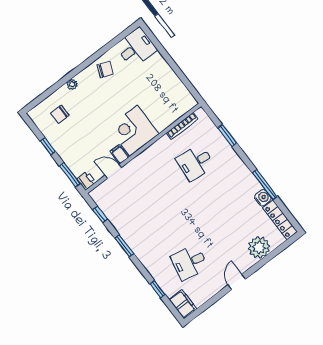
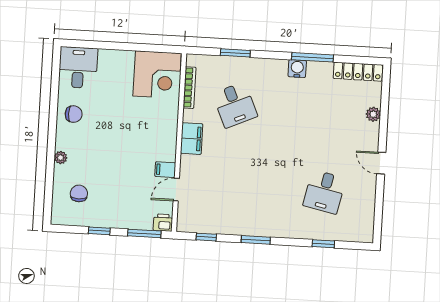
chair: (105, 69) -> (74, 114), turned 69
chair: (60, 114) -> (79, 193), turned 180
corner desk: (134, 131) -> (157, 75), moved, turned -90
desk: (195, 163) -> (235, 105), turned -30
water cooler: (263, 198) -> (297, 69), moved
plant: (259, 247) -> (373, 114), width x0.53, depth x0.53
filing cabinet: (183, 304) -> (192, 139), moved, turned 90

